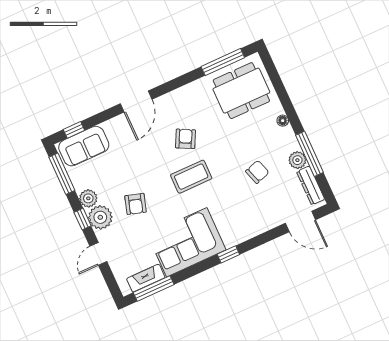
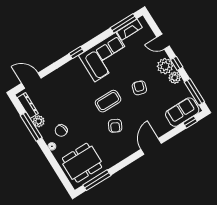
chair: (257, 172) -> (61, 130), moved
armchair: (135, 204) -> (139, 88), moved
door: (98, 254) -> (163, 42), swing flipped

